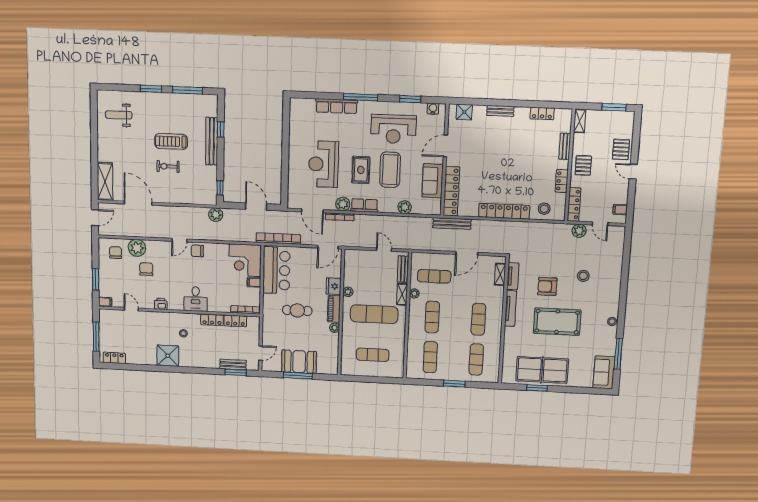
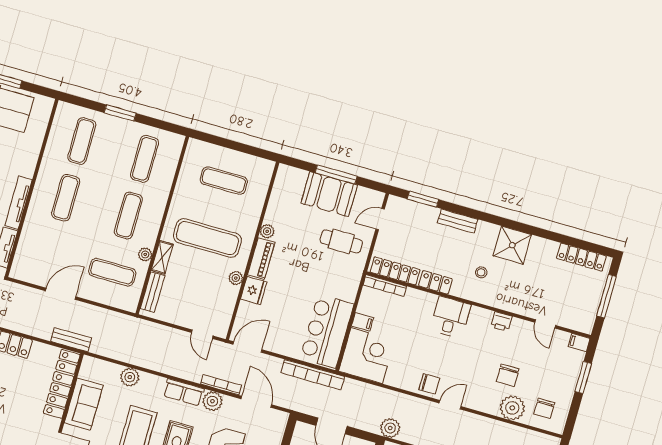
bench: (452, 223) -> (71, 340), width x0.73
door: (384, 250) -> (202, 334), moved
shelving: (500, 274) -> (22, 254), removed
cafe table: (297, 310) -> (341, 241), moved
locker: (235, 321) -> (395, 271), width x1.53
locker: (114, 358) -> (581, 257), width x1.53
bench: (233, 365) -> (458, 221), moved

